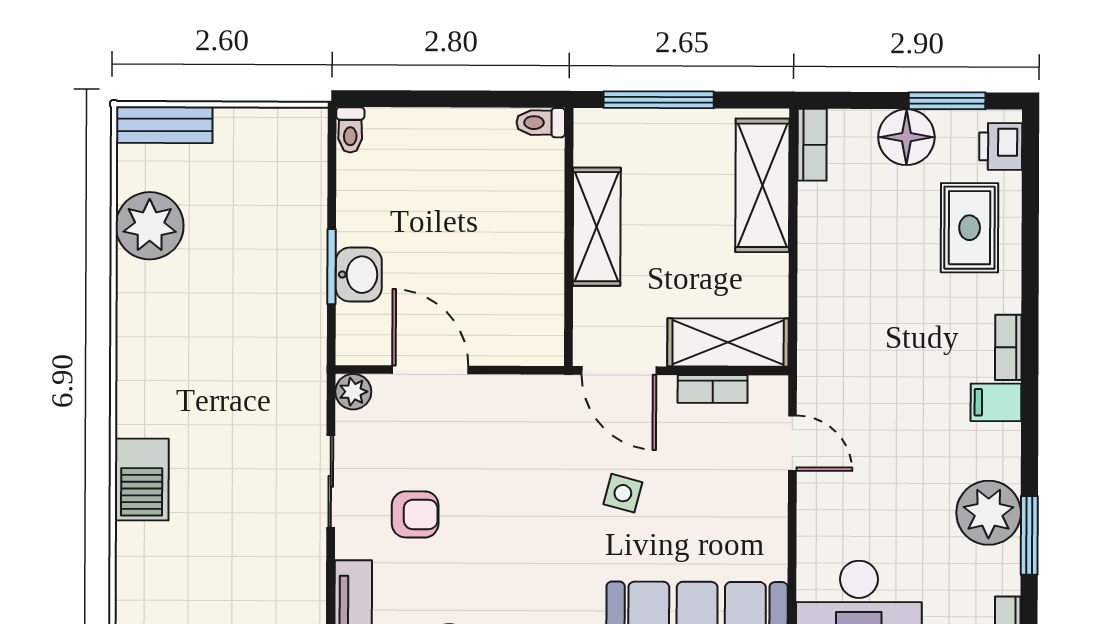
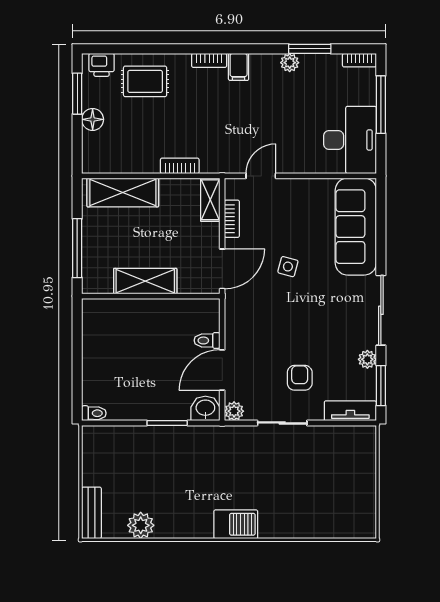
toilet: (541, 123) -> (207, 340), moved, turned 90
floor lamp: (906, 137) -> (93, 119), width x0.73, depth x0.73
bookcase: (812, 145) -> (180, 166), moved
plant: (150, 226) -> (141, 525), width x0.73, depth x0.73
washbasin: (359, 275) -> (205, 408), moved
shelving: (728, 342) -> (210, 200), width x0.67, depth x0.75
barbecue: (142, 479) -> (236, 524), moved
plant: (989, 513) -> (290, 63), width x0.53, depth x0.53

